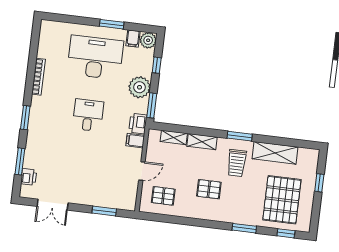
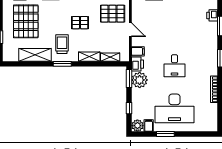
plant: (139, 87) -> (140, 80), moved
door: (142, 171) -> (130, 30), swing flipped
pallet: (163, 196) -> (113, 14), width x1.50, depth x1.42

